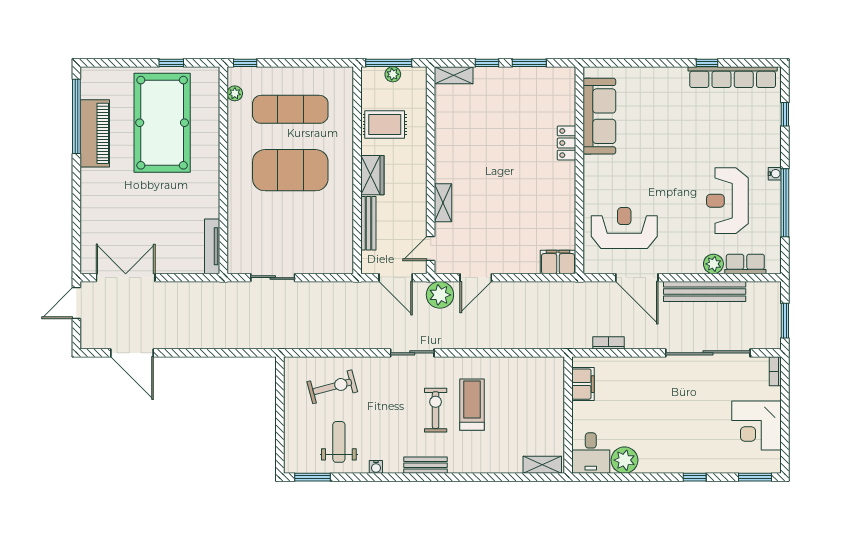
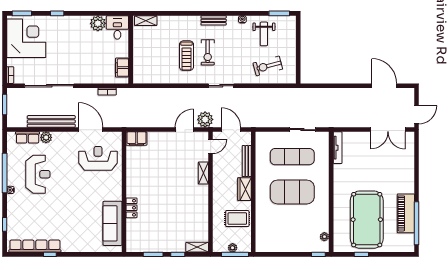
exercise mat: (290, 109) -> (292, 157), moved
reception desk: (624, 228) -> (98, 158), turned 180
corner desk: (756, 426) -> (26, 38), width x1.36, depth x1.36

